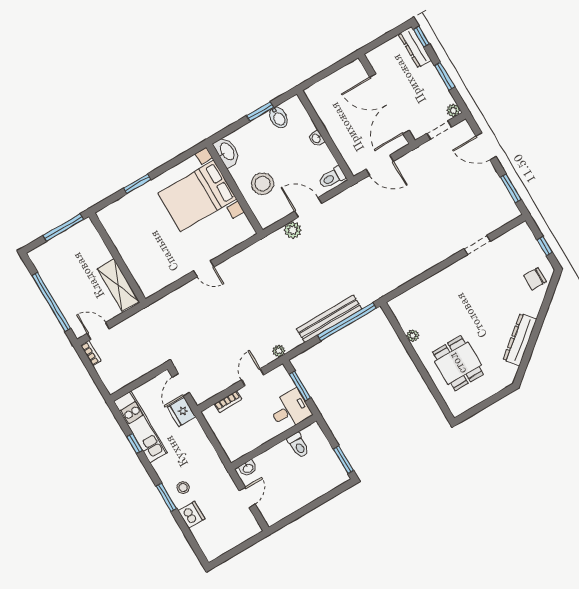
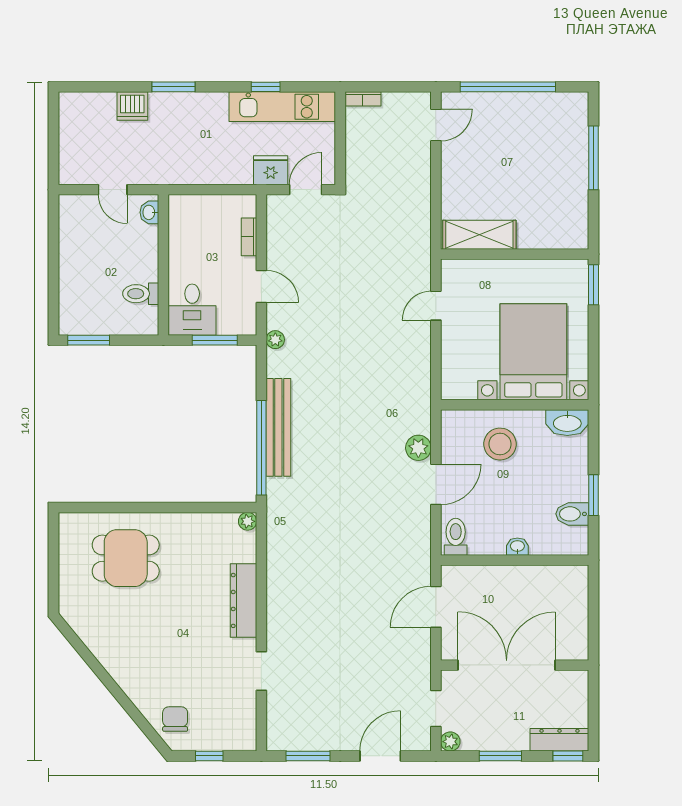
wall: (117, 258) -> (515, 254), moved
shelving: (118, 285) -> (479, 235), moved
plant: (413, 336) -> (248, 521), moved
dresser: (520, 340) -> (243, 600), moved, turned -141
bookcase: (91, 353) -> (363, 99), moved
door: (181, 385) -> (306, 190), hinge flipped
stool: (183, 488) -> (173, 116), removed

